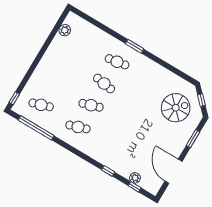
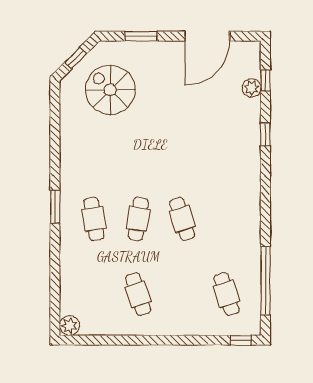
plant: (65, 30) -> (69, 326), moved
cafe table: (78, 127) -> (138, 294), moved

